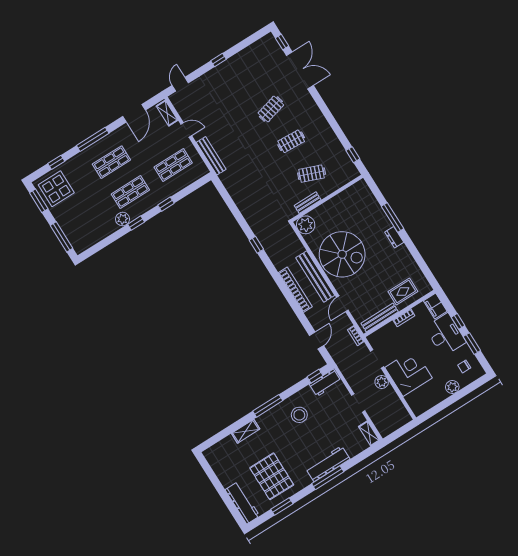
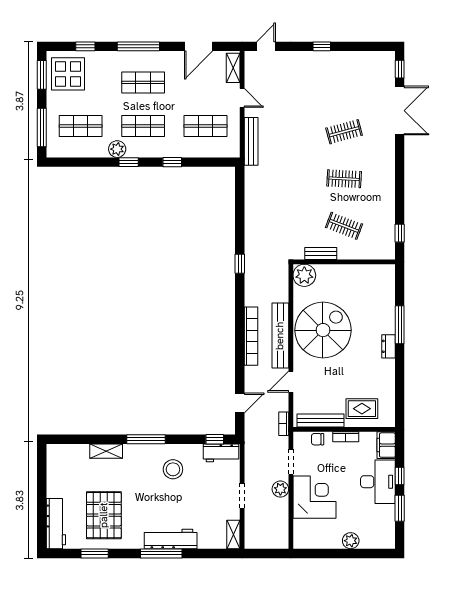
shop shelf: (87, 219) -> (81, 126), added
spiral stairs: (342, 254) -> (323, 330), turned -90
chair: (464, 366) -> (318, 439), moved

